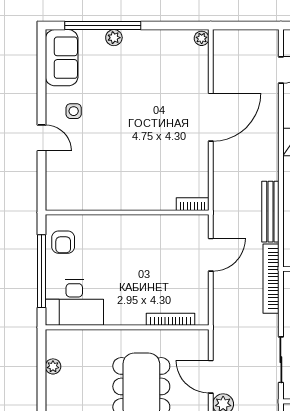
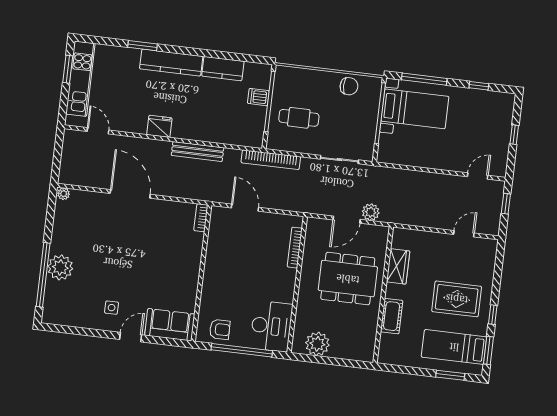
plant: (114, 38) -> (60, 267), width x1.87, depth x1.87
sofa: (62, 58) -> (170, 325), moved
bench: (270, 212) -> (198, 152), moved
plant: (53, 366) -> (317, 344), width x1.88, depth x1.88

